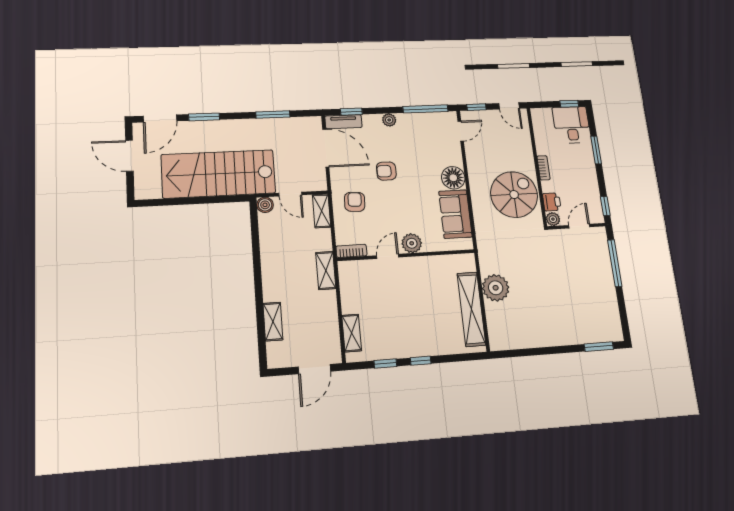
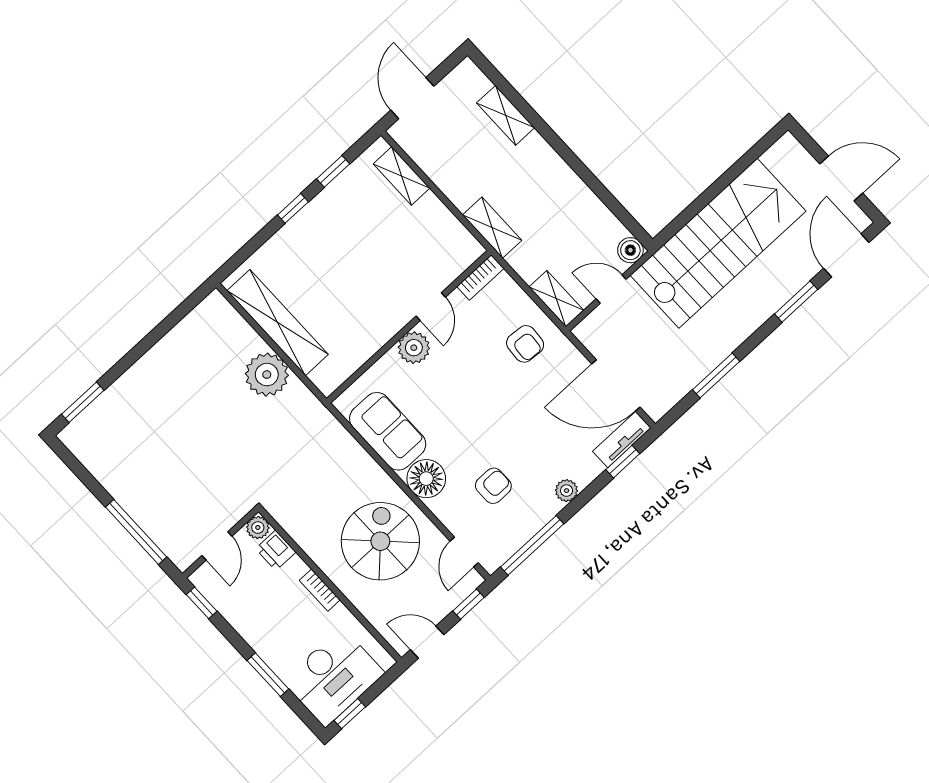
desk: (572, 125) -> (334, 677), width x1.37
armchair: (386, 171) -> (493, 486), moved
spiral stairs: (514, 195) -> (380, 541), moved, turned 180

